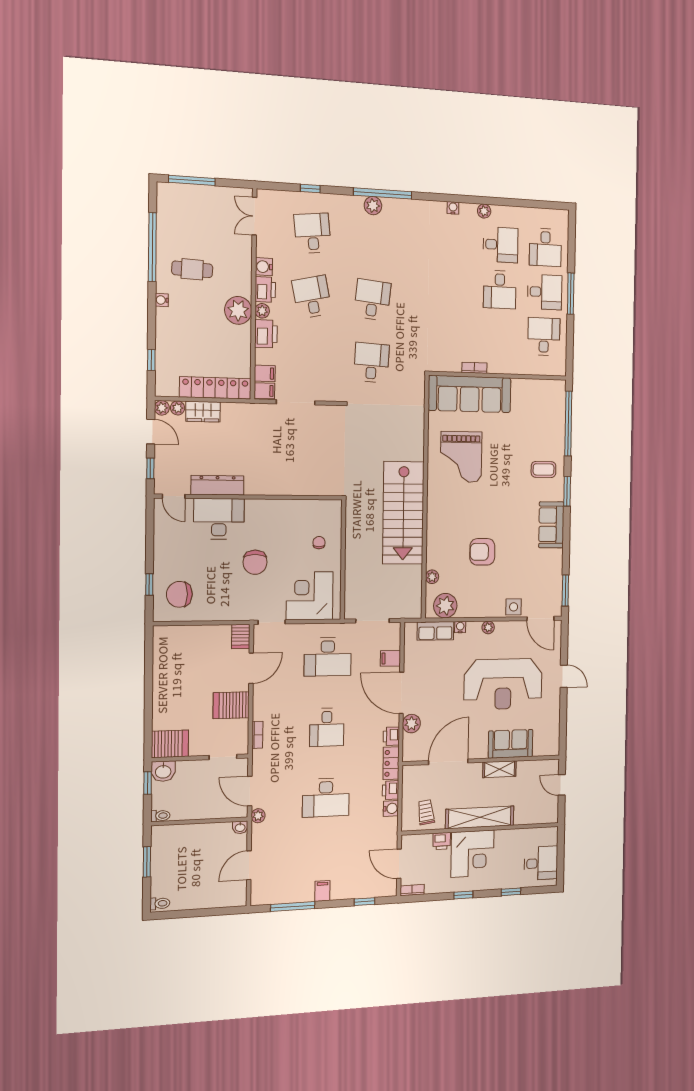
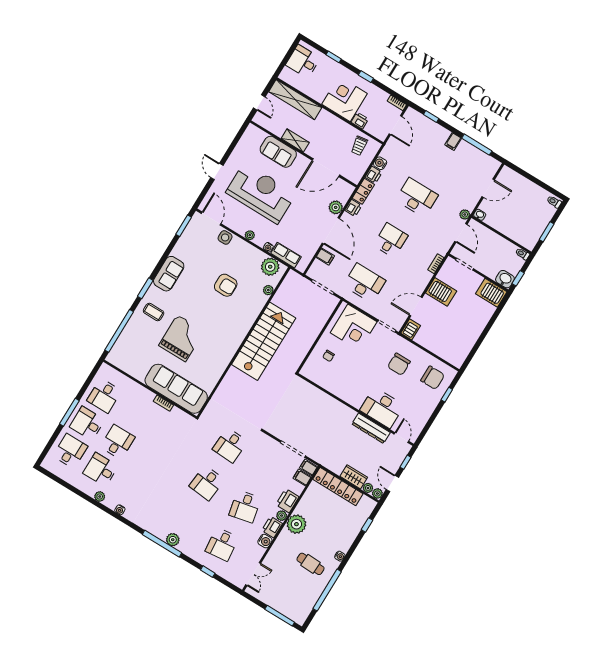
grand piano: (461, 457) -> (181, 338), moved
chair: (255, 562) -> (399, 364), moved, turned 180
shelving: (480, 817) -> (295, 100), moved

